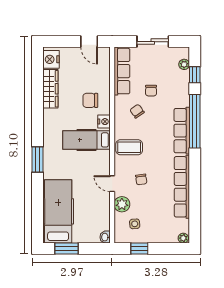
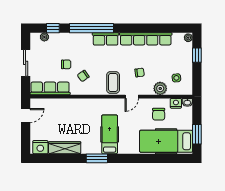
chair: (90, 100) -> (159, 114), moved
nightstand: (104, 122) -> (176, 103), moved
row of seats: (182, 131) -> (106, 39), width x0.68
hospital bed: (87, 140) -> (110, 134), moved, turned 180
window: (37, 159) -> (97, 158), moved
door: (112, 184) -> (132, 97), moved
window: (139, 249) -> (197, 55), moved

